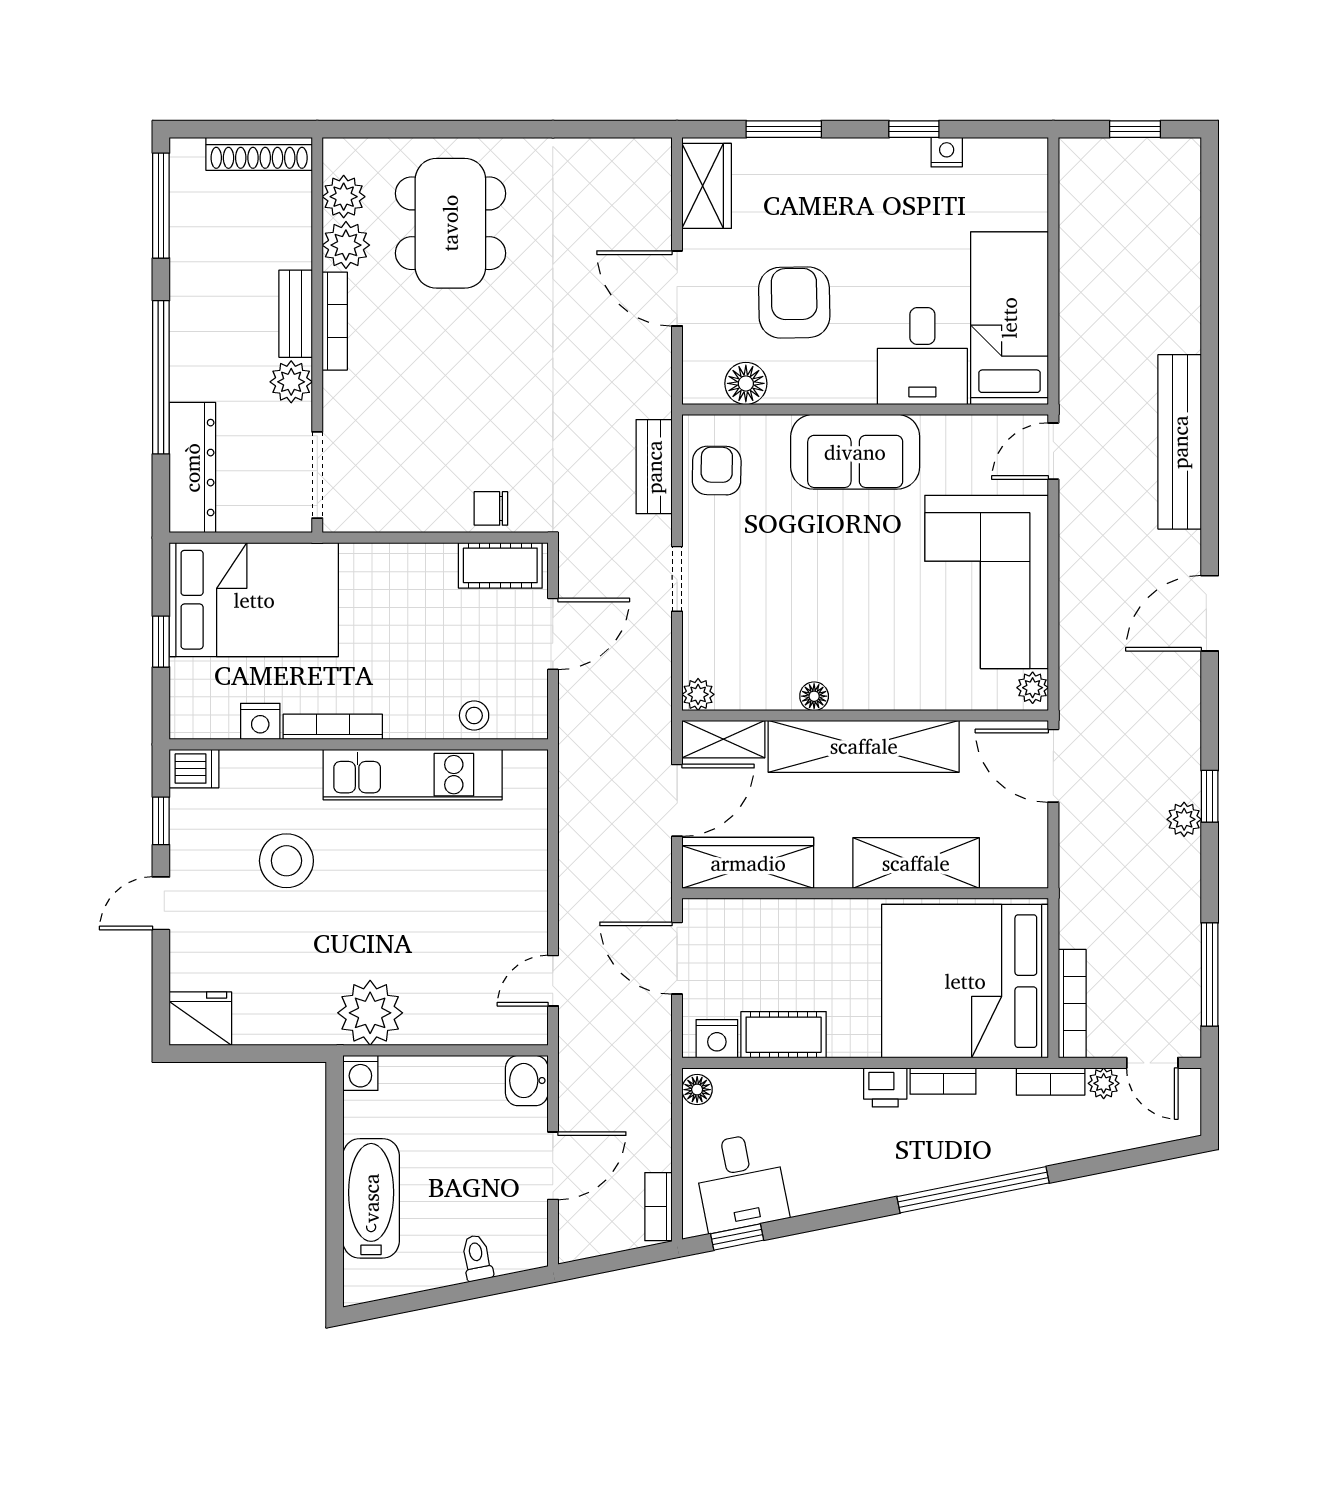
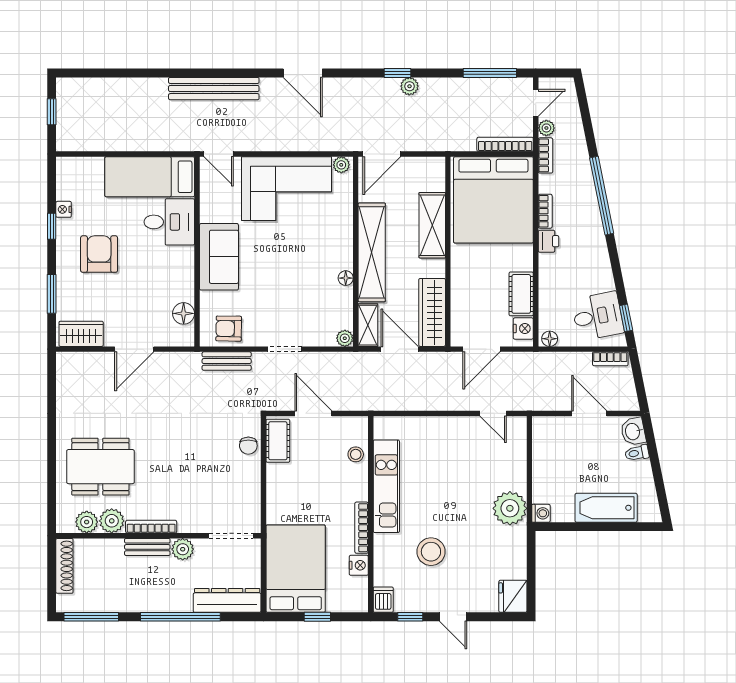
armchair: (794, 302) -> (99, 254), moved, turned 91
washbasin: (527, 1081) -> (633, 431), moved, turned 79

